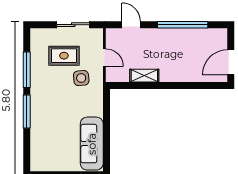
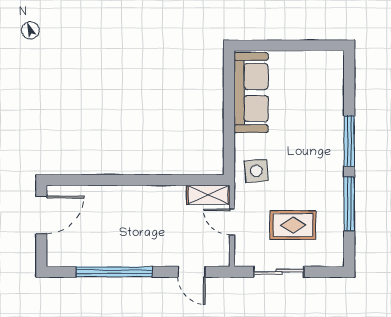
shelving: (144, 76) -> (208, 195), moved
side table: (81, 78) -> (256, 171), moved

